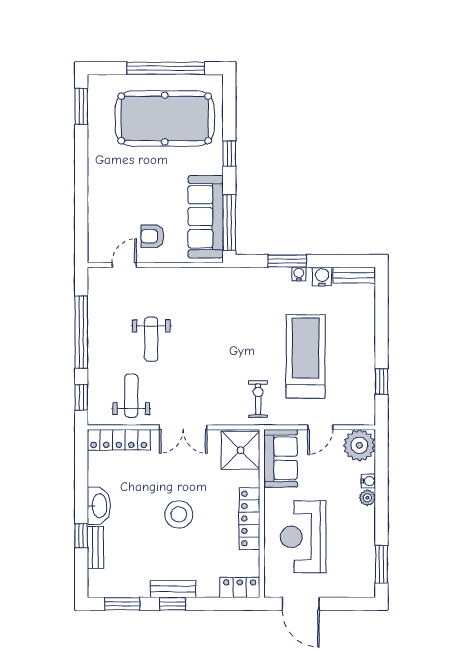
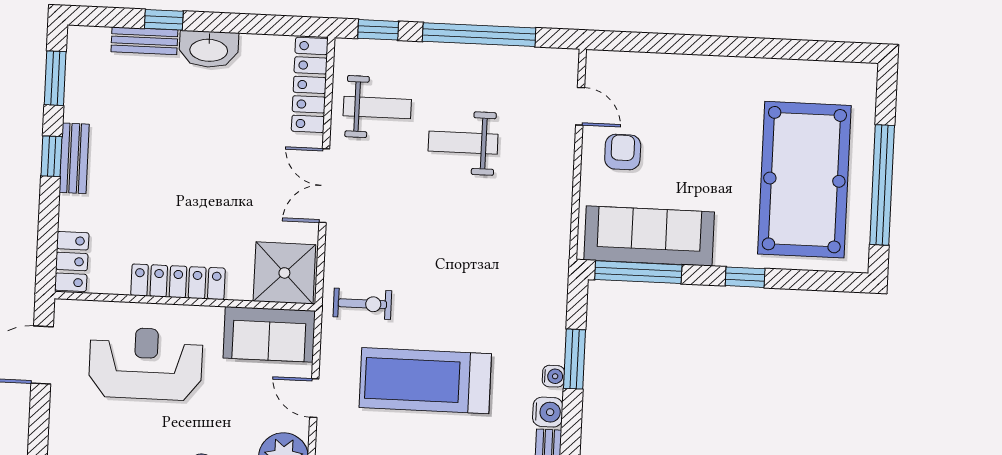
window: (81, 106) -> (829, 51), removed
treadmill: (306, 356) -> (425, 381), turned 180
stool: (179, 514) -> (189, 173), removed

